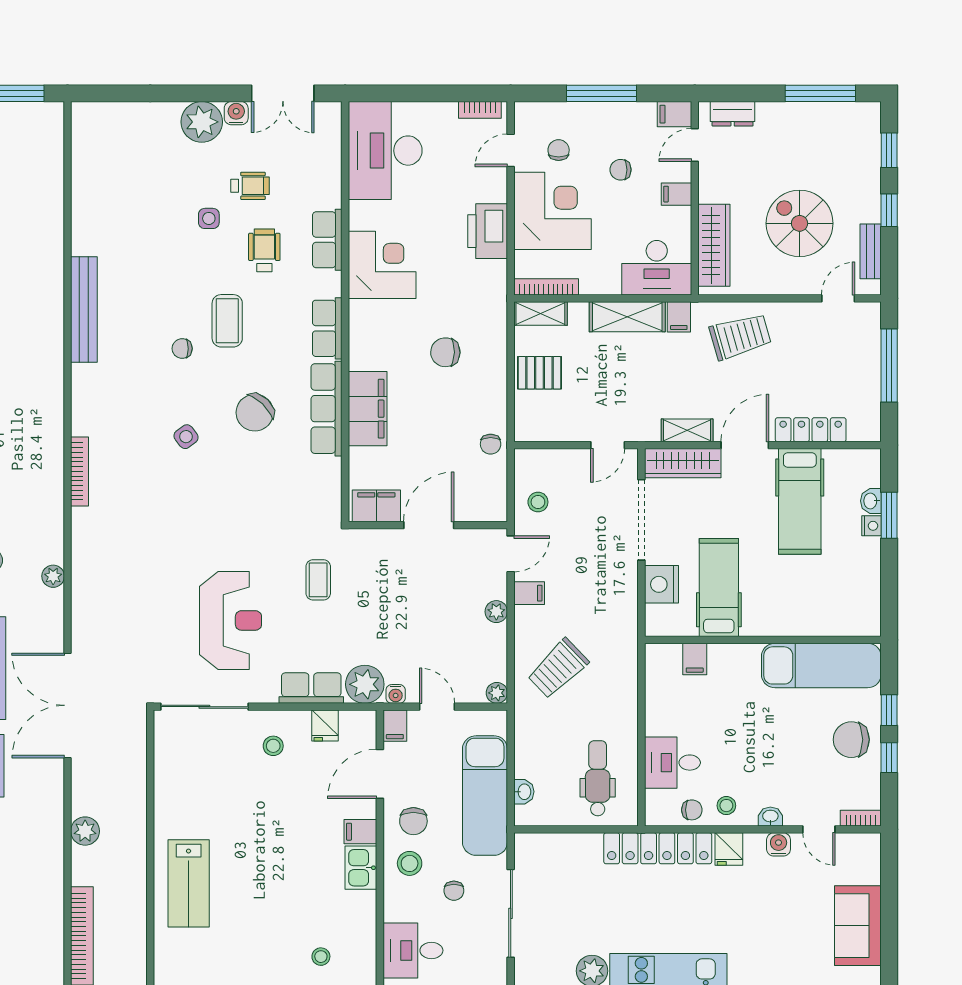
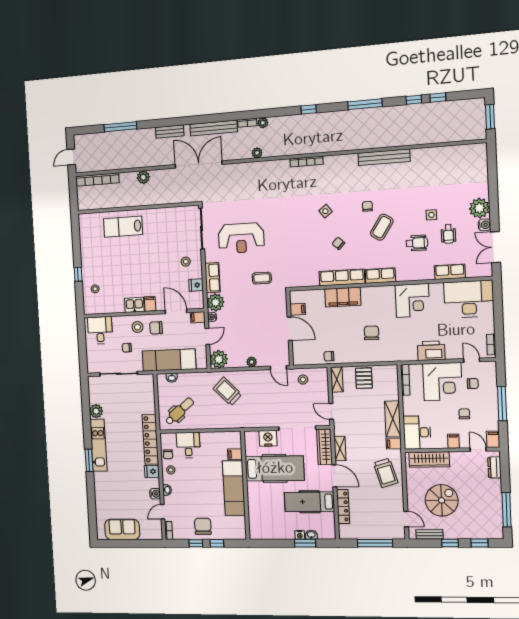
row of seats: (327, 240) -> (450, 272), moved
shelving: (540, 313) -> (337, 380), moved
coffee table: (227, 321) -> (382, 227), turned -57
chair: (255, 413) -> (338, 243), width x0.54, depth x0.54
filing cabinet: (376, 506) -> (298, 309), width x0.50
hospital bed: (719, 588) -> (275, 468), width x1.37, depth x1.29
filing cabinet: (529, 593) -> (261, 377), removed
exam couch: (821, 665) -> (234, 488), moved
plant: (497, 693) -> (219, 359), width x1.88, depth x1.88
dental chair: (598, 778) -> (179, 411), turned -40

